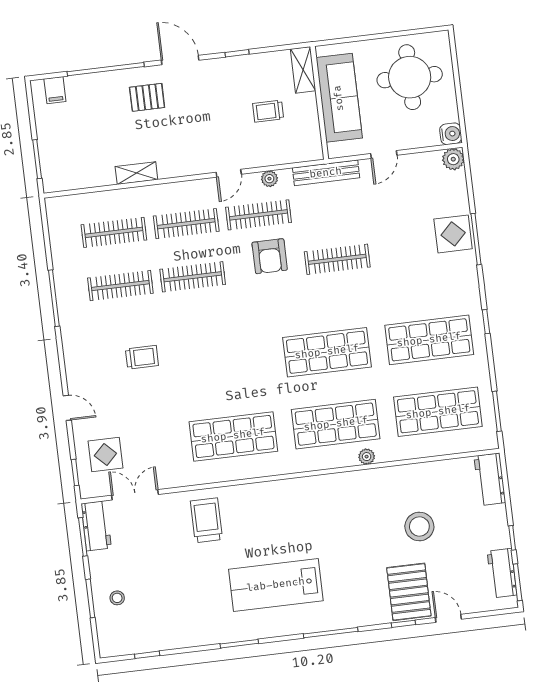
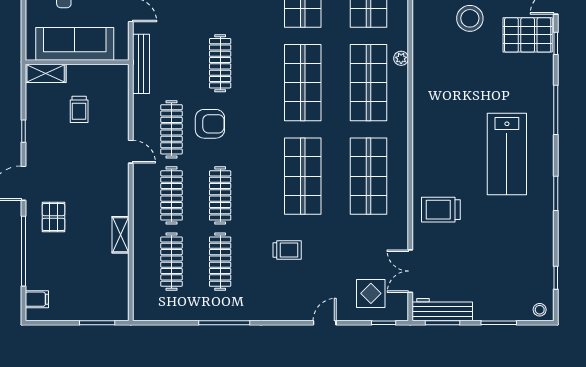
plant: (269, 179) -> (140, 116), removed
trolley: (142, 357) -> (287, 250), turned 90
shop shelf: (225, 365) -> (303, 176), added
workbench: (96, 526) -> (442, 310), width x1.38
stool: (117, 598) -> (540, 310), moved

